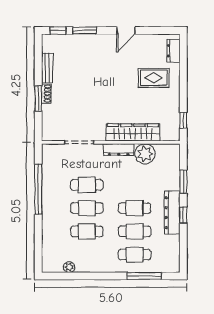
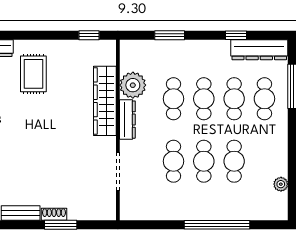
cafe table: (135, 185) -> (173, 99), added
window: (38, 189) -> (217, 225), moved
dresser: (172, 213) -> (259, 50), moved
window: (183, 215) -> (236, 35), moved

